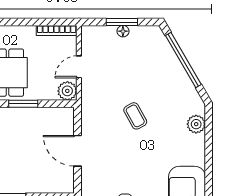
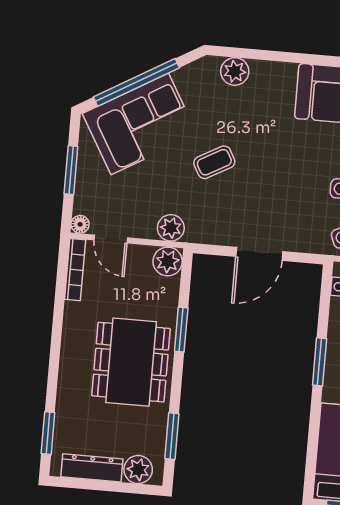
floor lamp: (123, 31) -> (80, 224), moved
corner sofa: (156, 65) -> (140, 124), added
door: (79, 67) -> (111, 239), moved
plant: (90, 91) -> (171, 228), added

